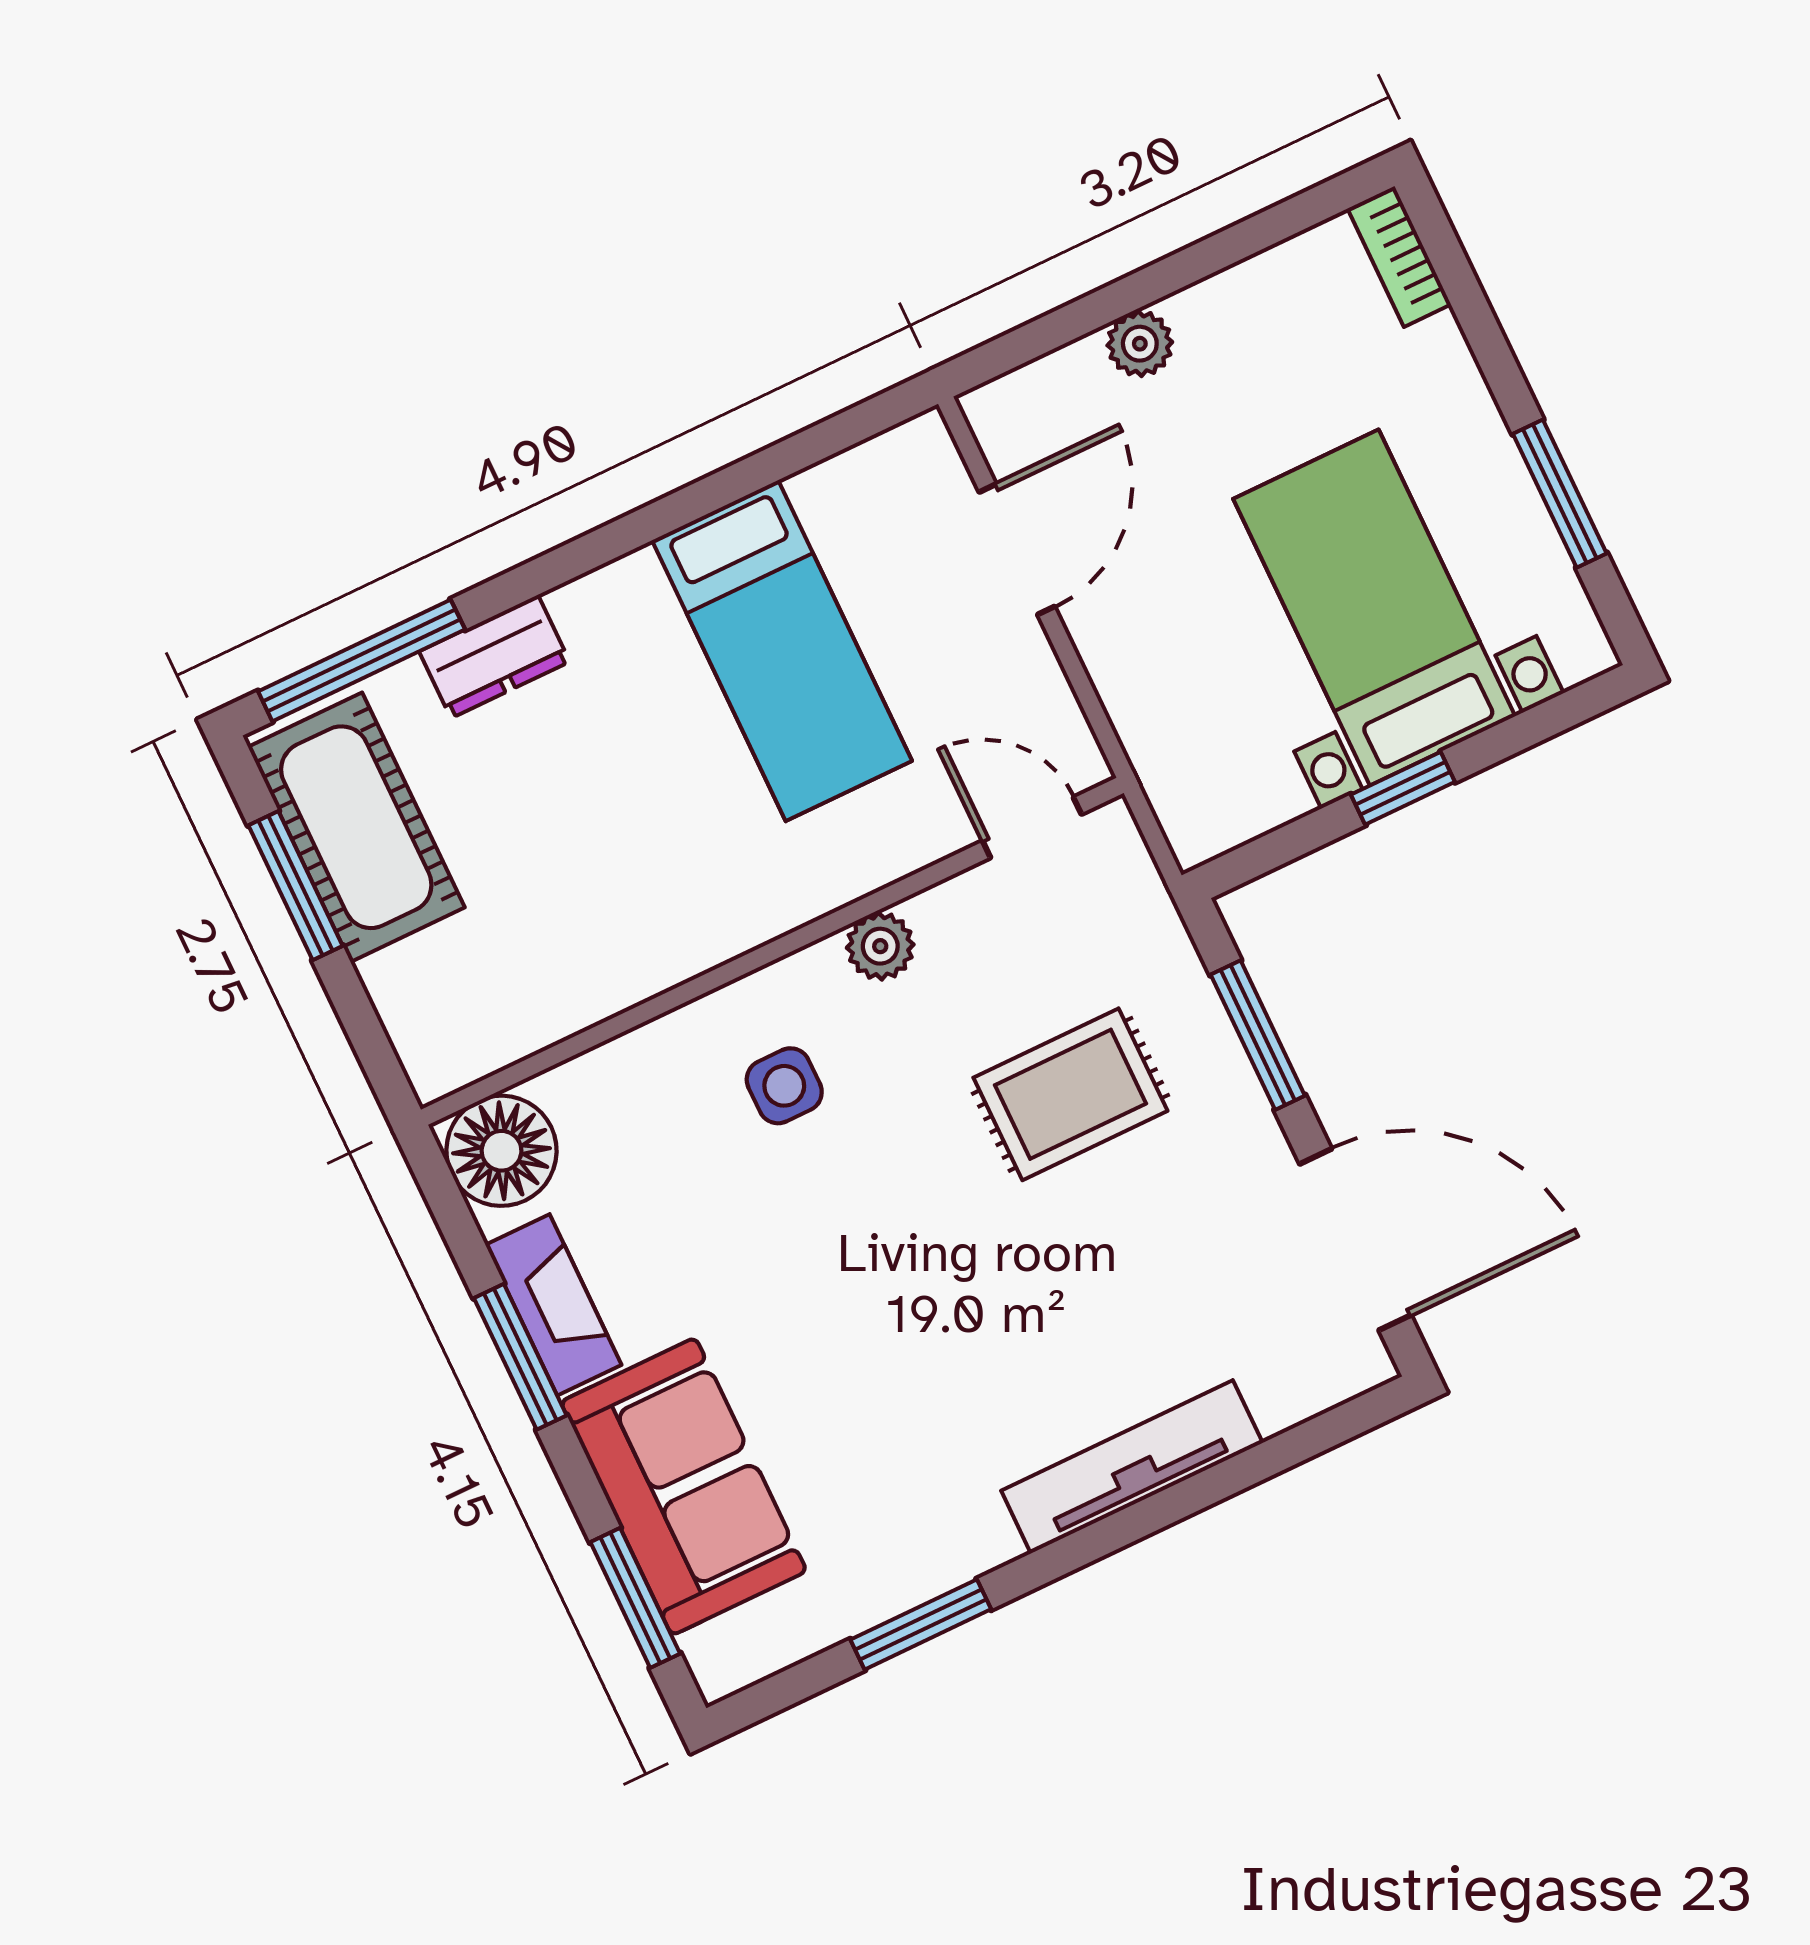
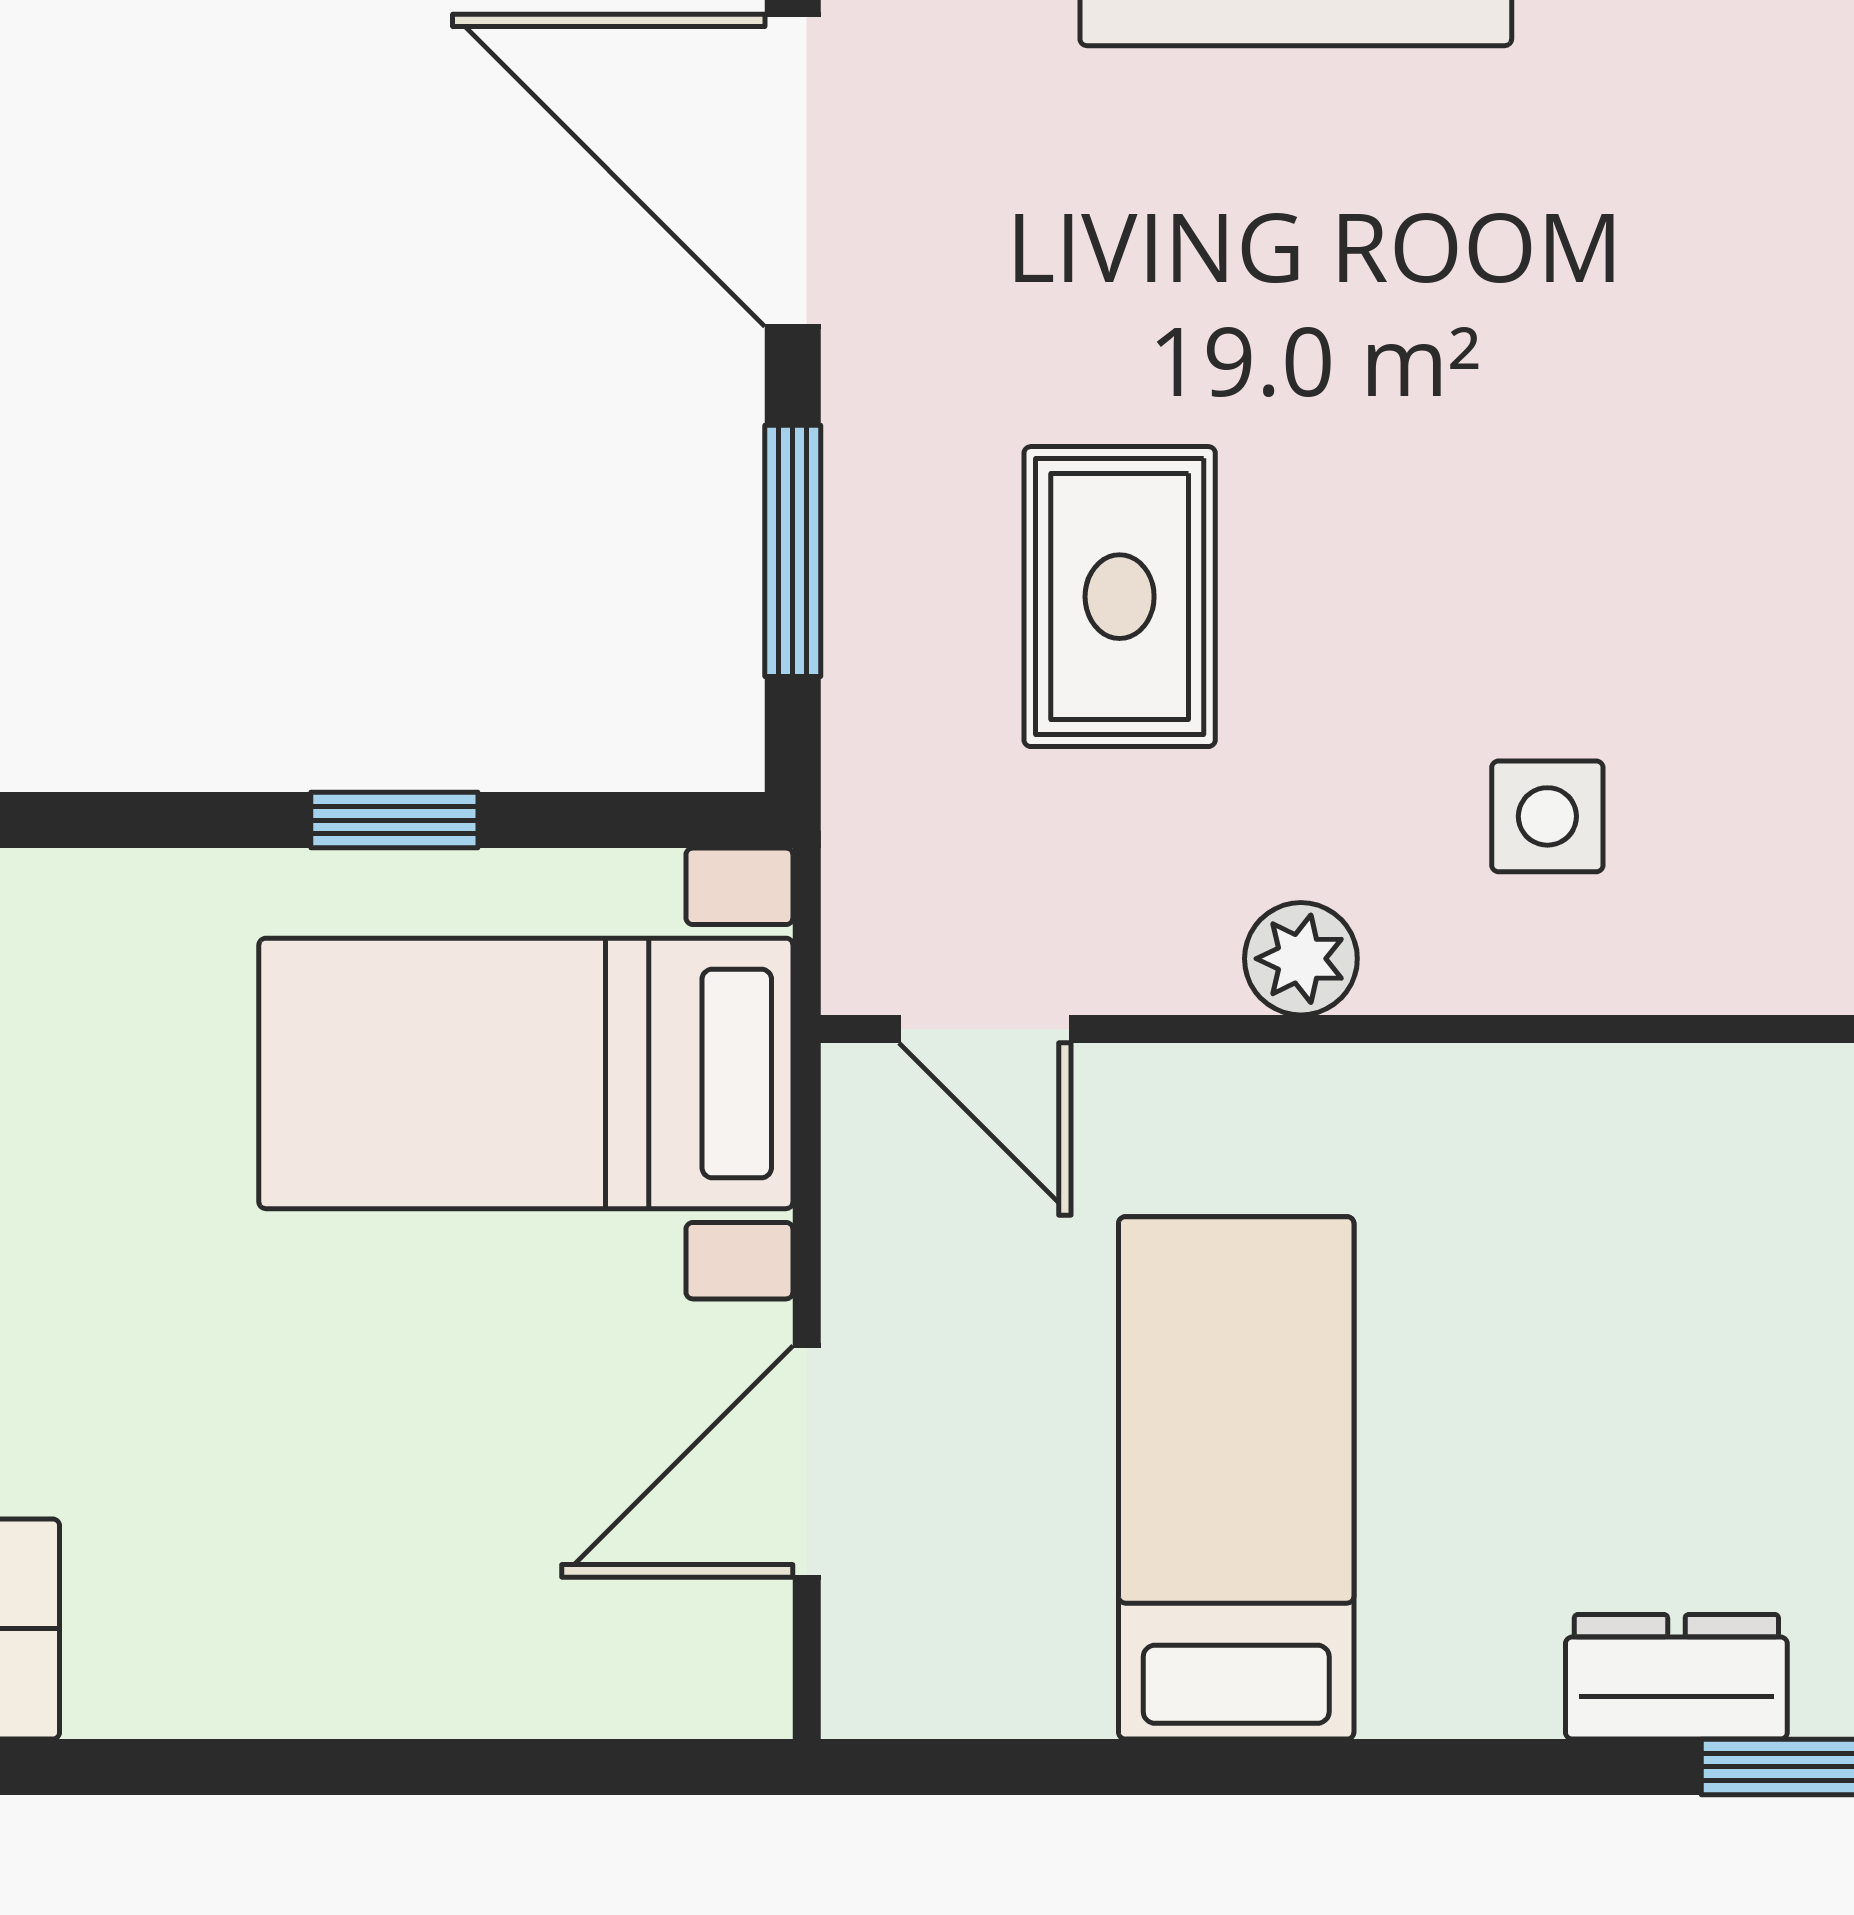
plant: (1140, 344) -> (472, 1684), removed
bed with nightstands: (1374, 608) -> (526, 1073), moved, turned 90
rug: (1070, 1094) -> (1120, 597), turned 90

